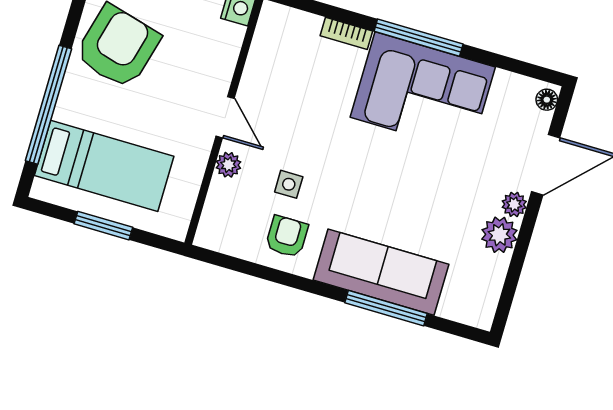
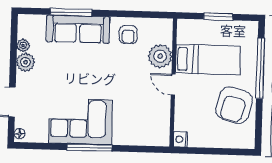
bookcase: (346, 33) -> (125, 140), removed
plant: (228, 165) -> (160, 56), width x1.88, depth x1.88
bed: (104, 166) -> (208, 59), moved, turned 180
side table: (289, 184) -> (134, 60), removed
plant: (514, 204) -> (23, 45), moved

